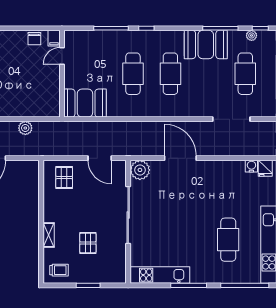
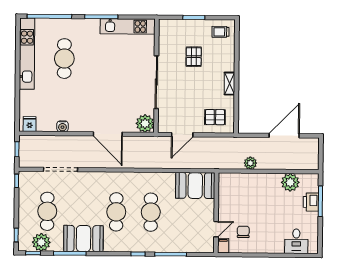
plant: (252, 35) -> (41, 242), width x1.88, depth x1.88
chair: (34, 39) -> (243, 232), moved
door: (100, 158) -> (182, 135), swing flipped
water cooler: (251, 166) -> (62, 126), moved
pallet: (64, 178) -> (215, 117), turned 90
shelving: (49, 235) -> (230, 84), moved

